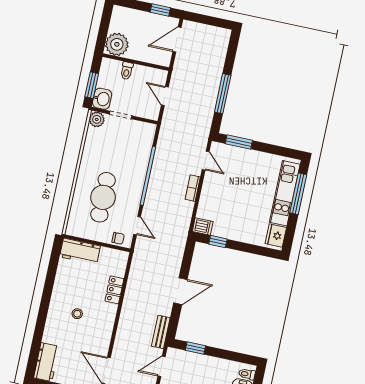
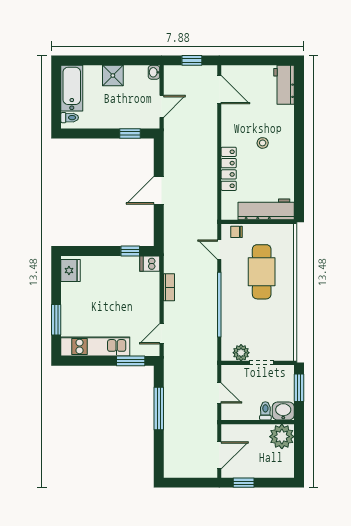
washbasin: (102, 99) -> (283, 411), moved, turned 90
plant: (97, 119) -> (241, 353), moved
door: (206, 161) -> (162, 334), hinge flipped
bookcase: (193, 188) -> (169, 287), moved
kitchen unit: (285, 193) -> (95, 346), moved, turned -90
window: (298, 194) -> (56, 320), width x0.69
workbench: (80, 251) -> (266, 209), width x1.38
locker: (114, 290) -> (229, 169), width x1.53
bench: (161, 332) -> (170, 143), removed

